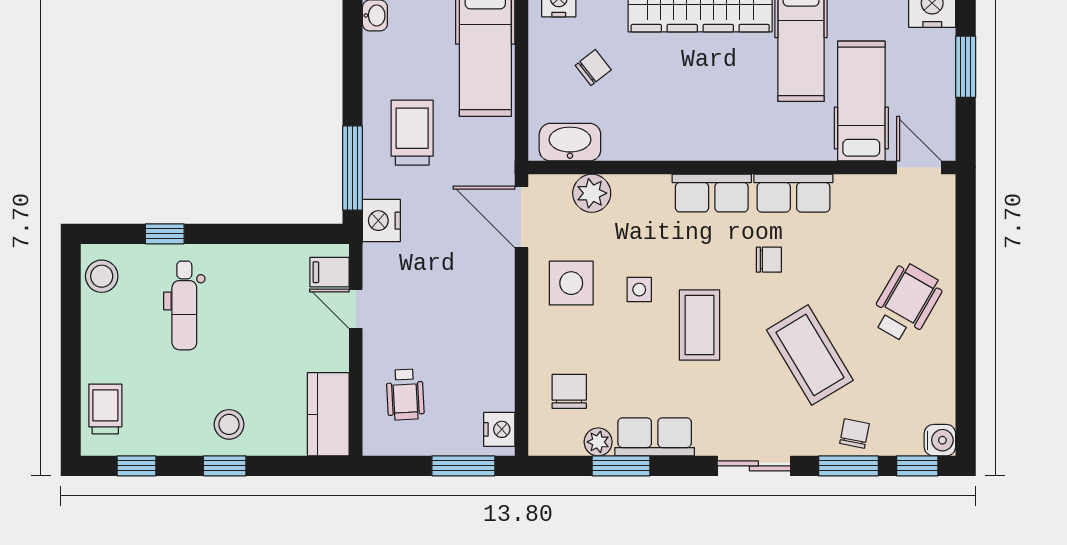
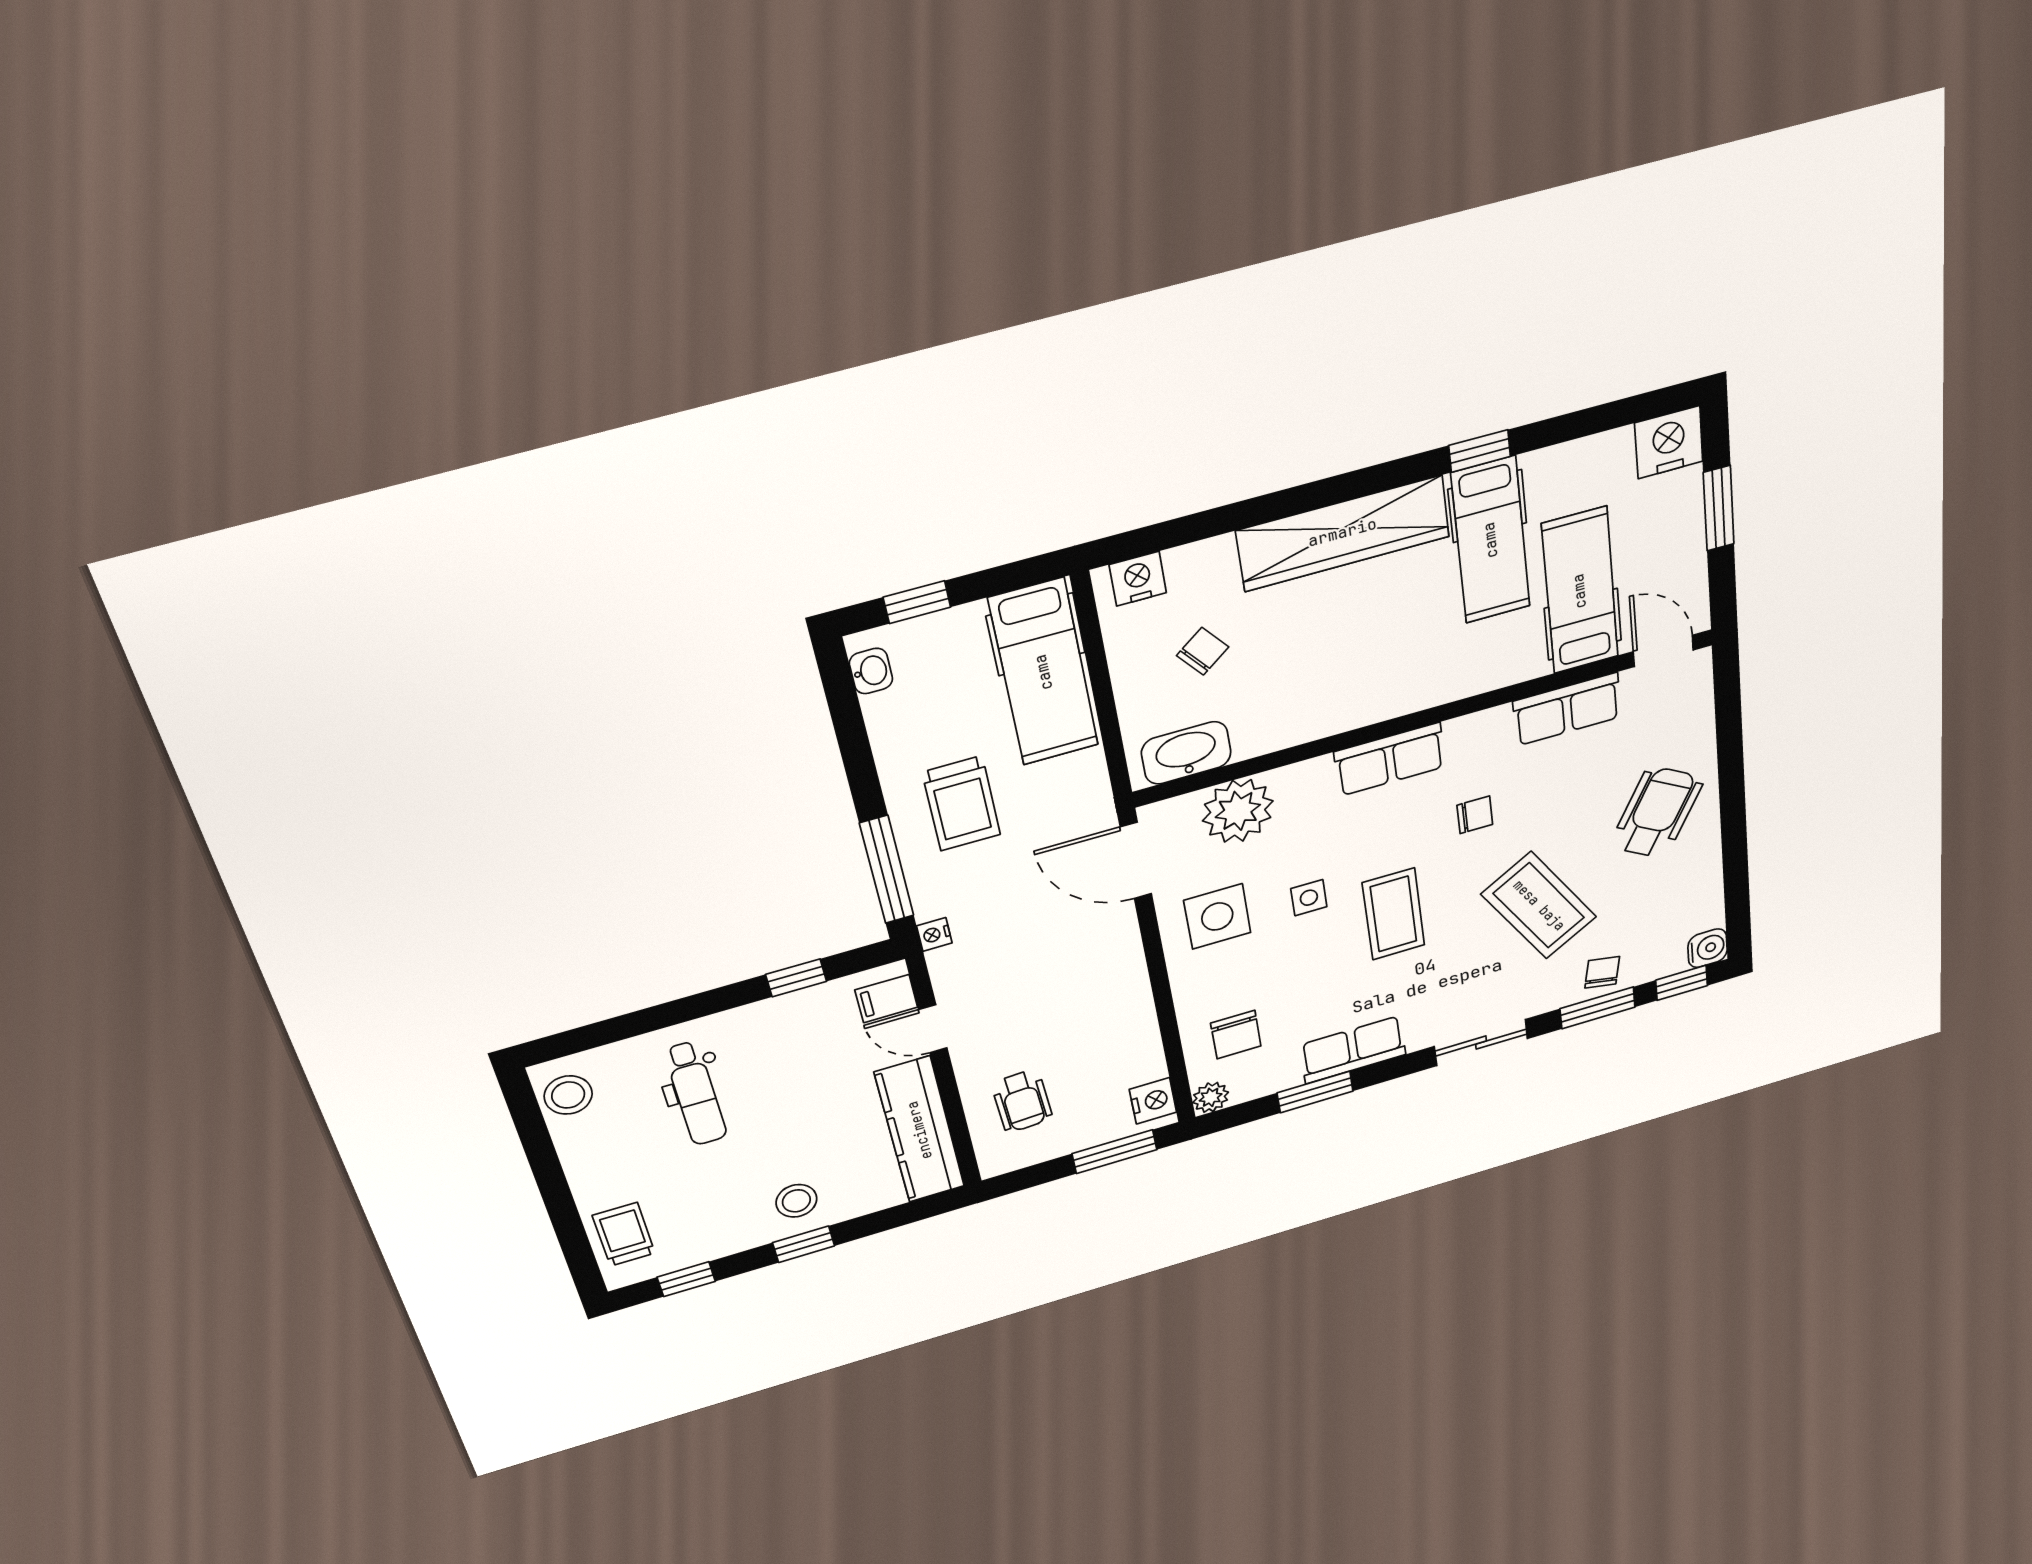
trolley: (412, 133) -> (961, 804), turned 180
plant: (592, 193) -> (1238, 811), width x1.36, depth x1.36
row of seats: (793, 193) -> (1567, 709), moved
nightstand: (381, 221) -> (934, 934), width x0.53, depth x0.56
window: (165, 234) -> (796, 978), moved
chair: (569, 391) -> (1236, 1035), turned 180
kitchen counter: (328, 414) -> (920, 1130), width x1.50
plant: (598, 442) -> (1211, 1097), moved

